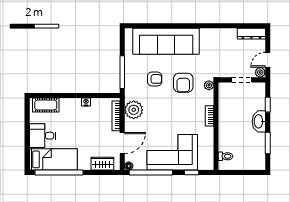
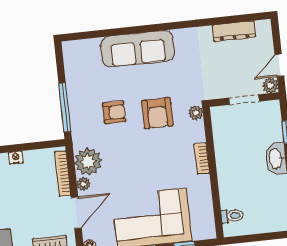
dresser: (251, 34) -> (234, 31), moved
sofa: (166, 41) -> (138, 49), width x0.74, depth x0.79
plant: (129, 124) -> (84, 184), added

